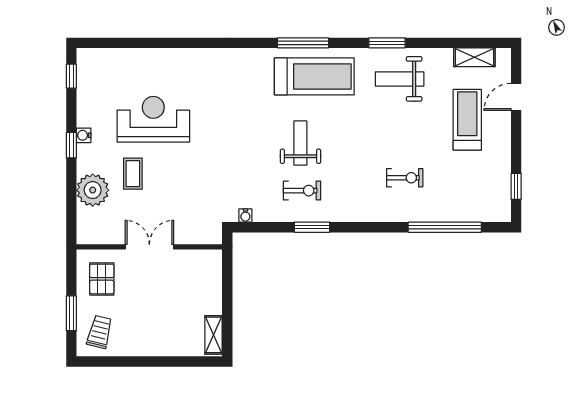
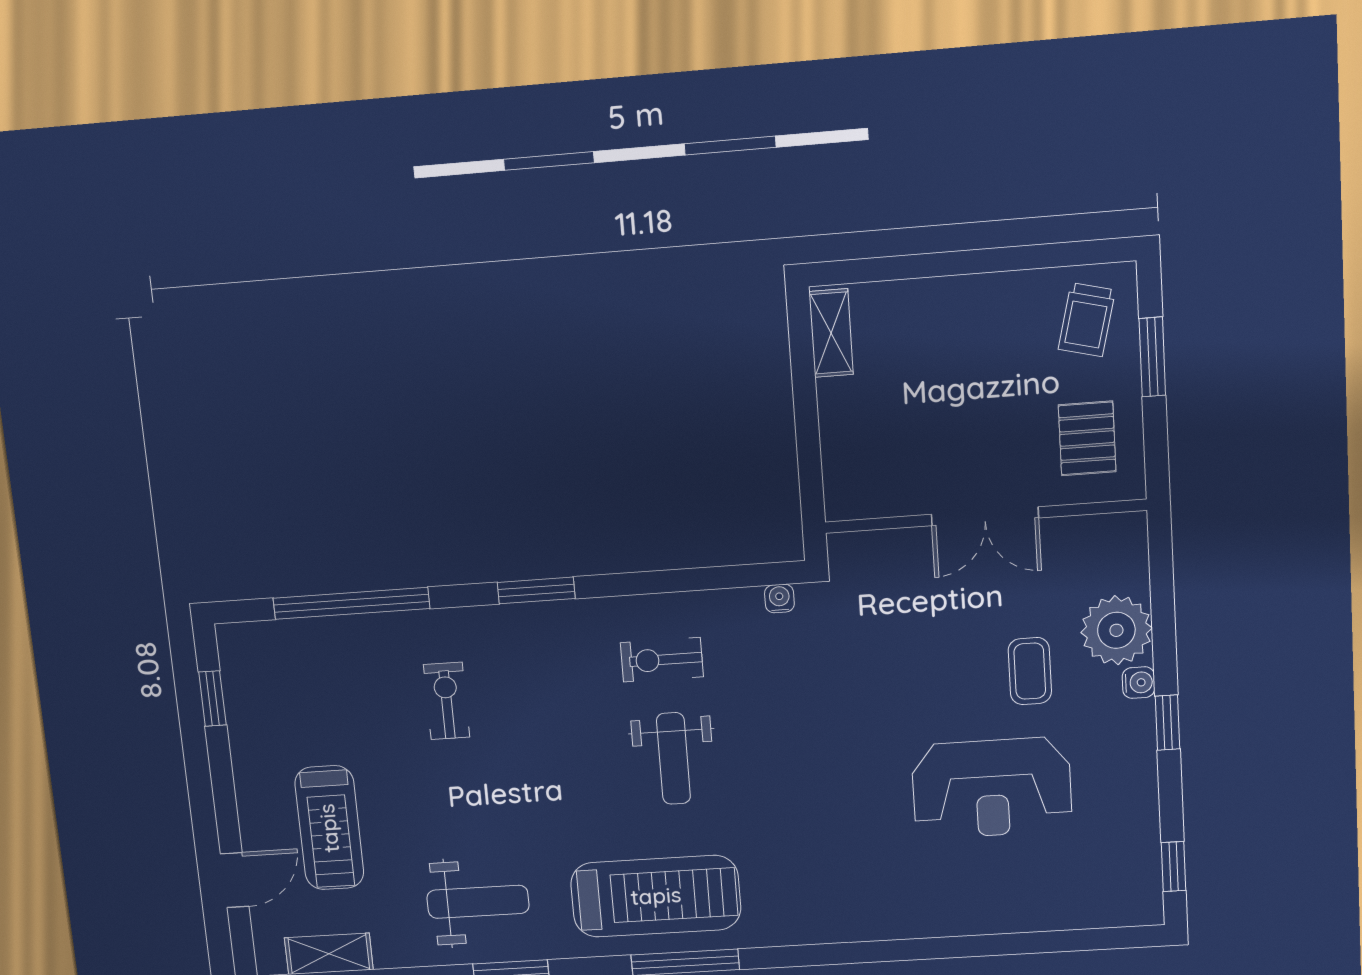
treadmill: (314, 76) -> (656, 896), turned 180
water cooler: (84, 135) -> (1139, 683), moved
exercise bike: (405, 178) -> (447, 701), turned 90
window: (312, 227) -> (536, 590), moved

